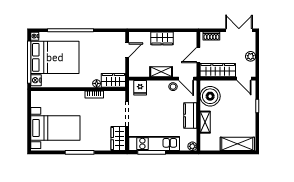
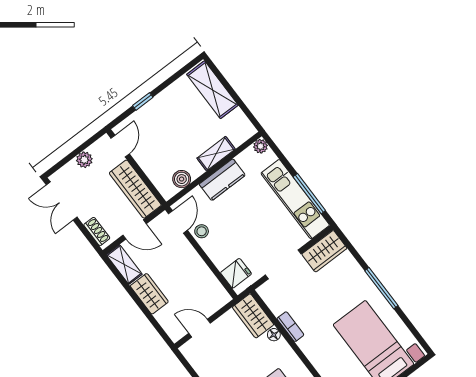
shelving: (161, 72) -> (124, 264), moved
boiler: (210, 96) -> (182, 179), width x0.54, depth x0.54

